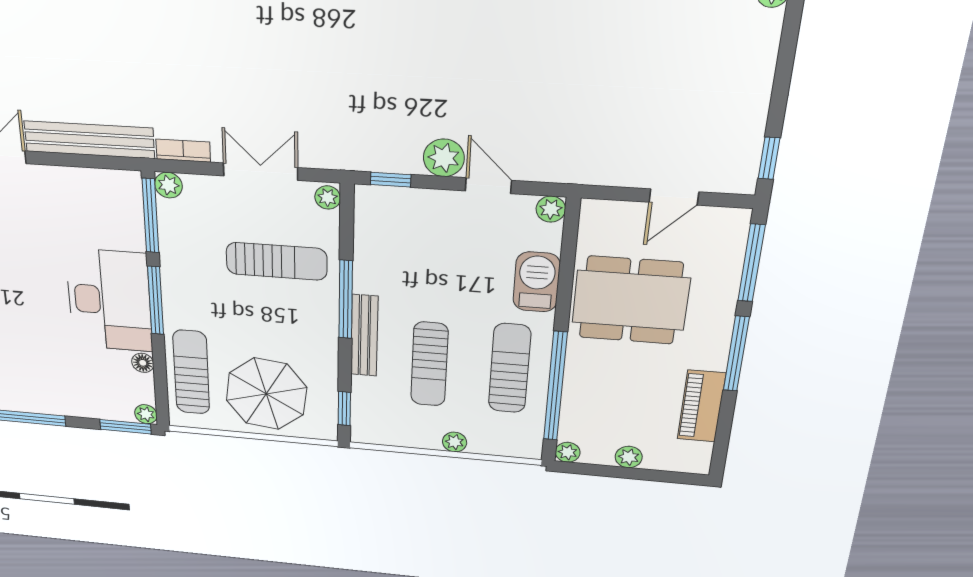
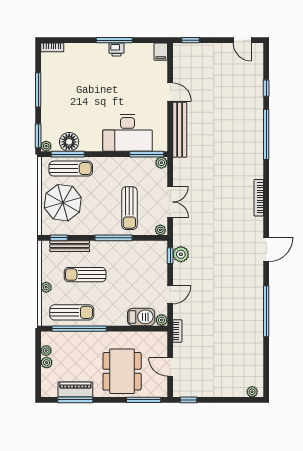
bookcase: (183, 151) -> (177, 331), moved
plant: (444, 158) -> (181, 254), moved
barbecue: (537, 282) -> (141, 317), moved
desk: (109, 300) -> (128, 133), moved
window: (156, 300) -> (68, 154), moved
dining table: (631, 300) -> (122, 371), moved
bench: (364, 336) -> (70, 246), moved
window: (736, 354) -> (75, 400), moved
floor lamp: (143, 363) -> (69, 142), width x1.89, depth x1.89
sun lounger: (510, 368) -> (72, 312), moved
plant: (568, 452) -> (46, 351), moved

